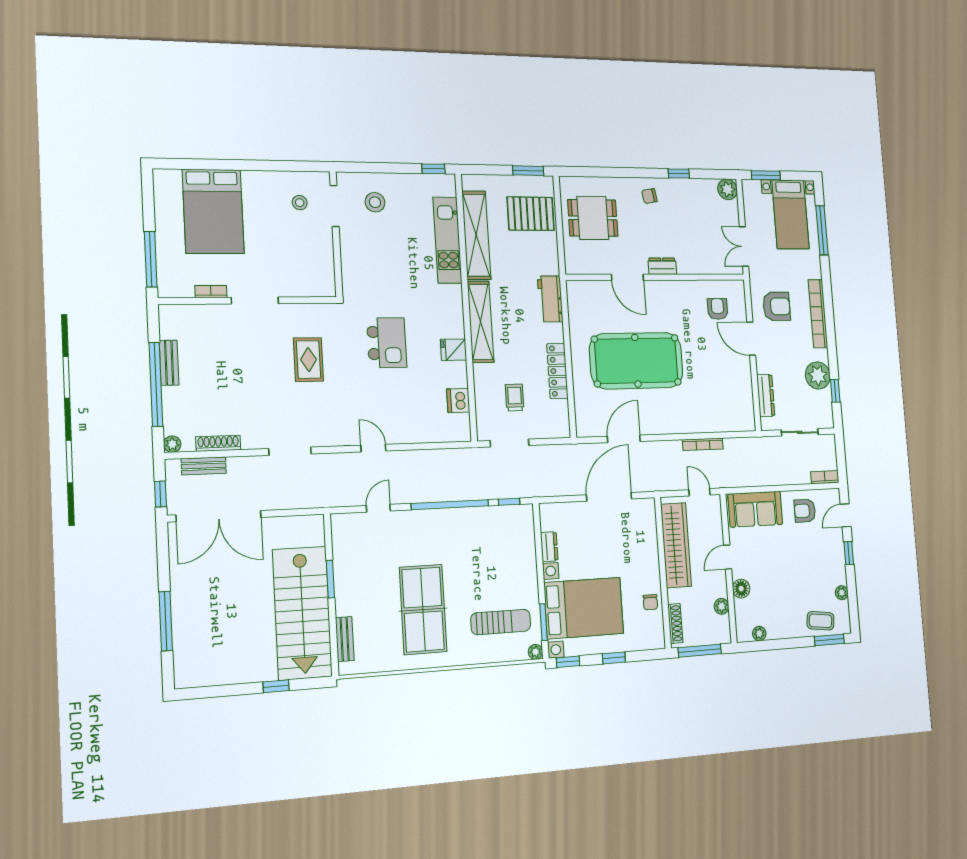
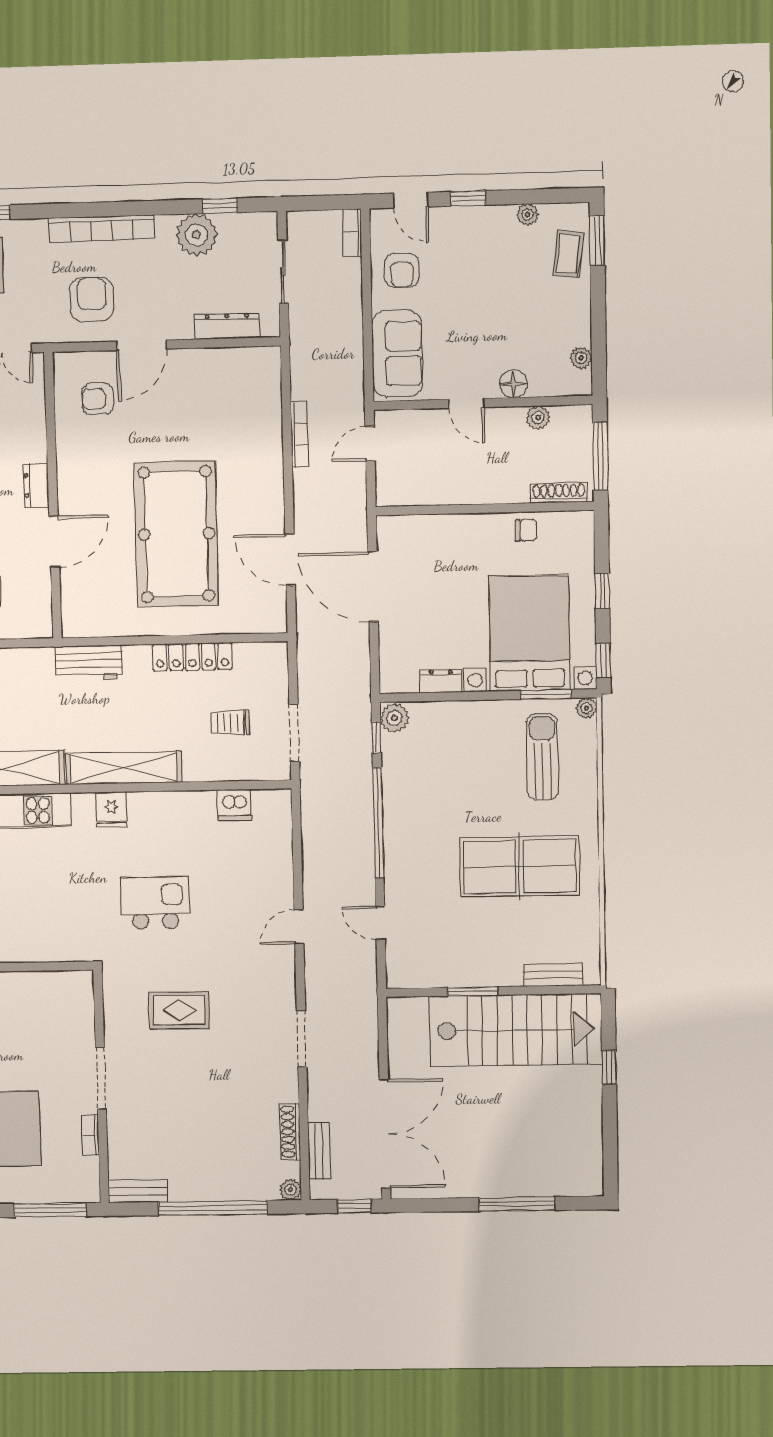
fridge: (453, 350) -> (111, 810), moved
bench: (169, 363) -> (138, 1191), moved
plant: (523, 514) -> (394, 718), added
wardrobe: (676, 545) -> (446, 486), removed

